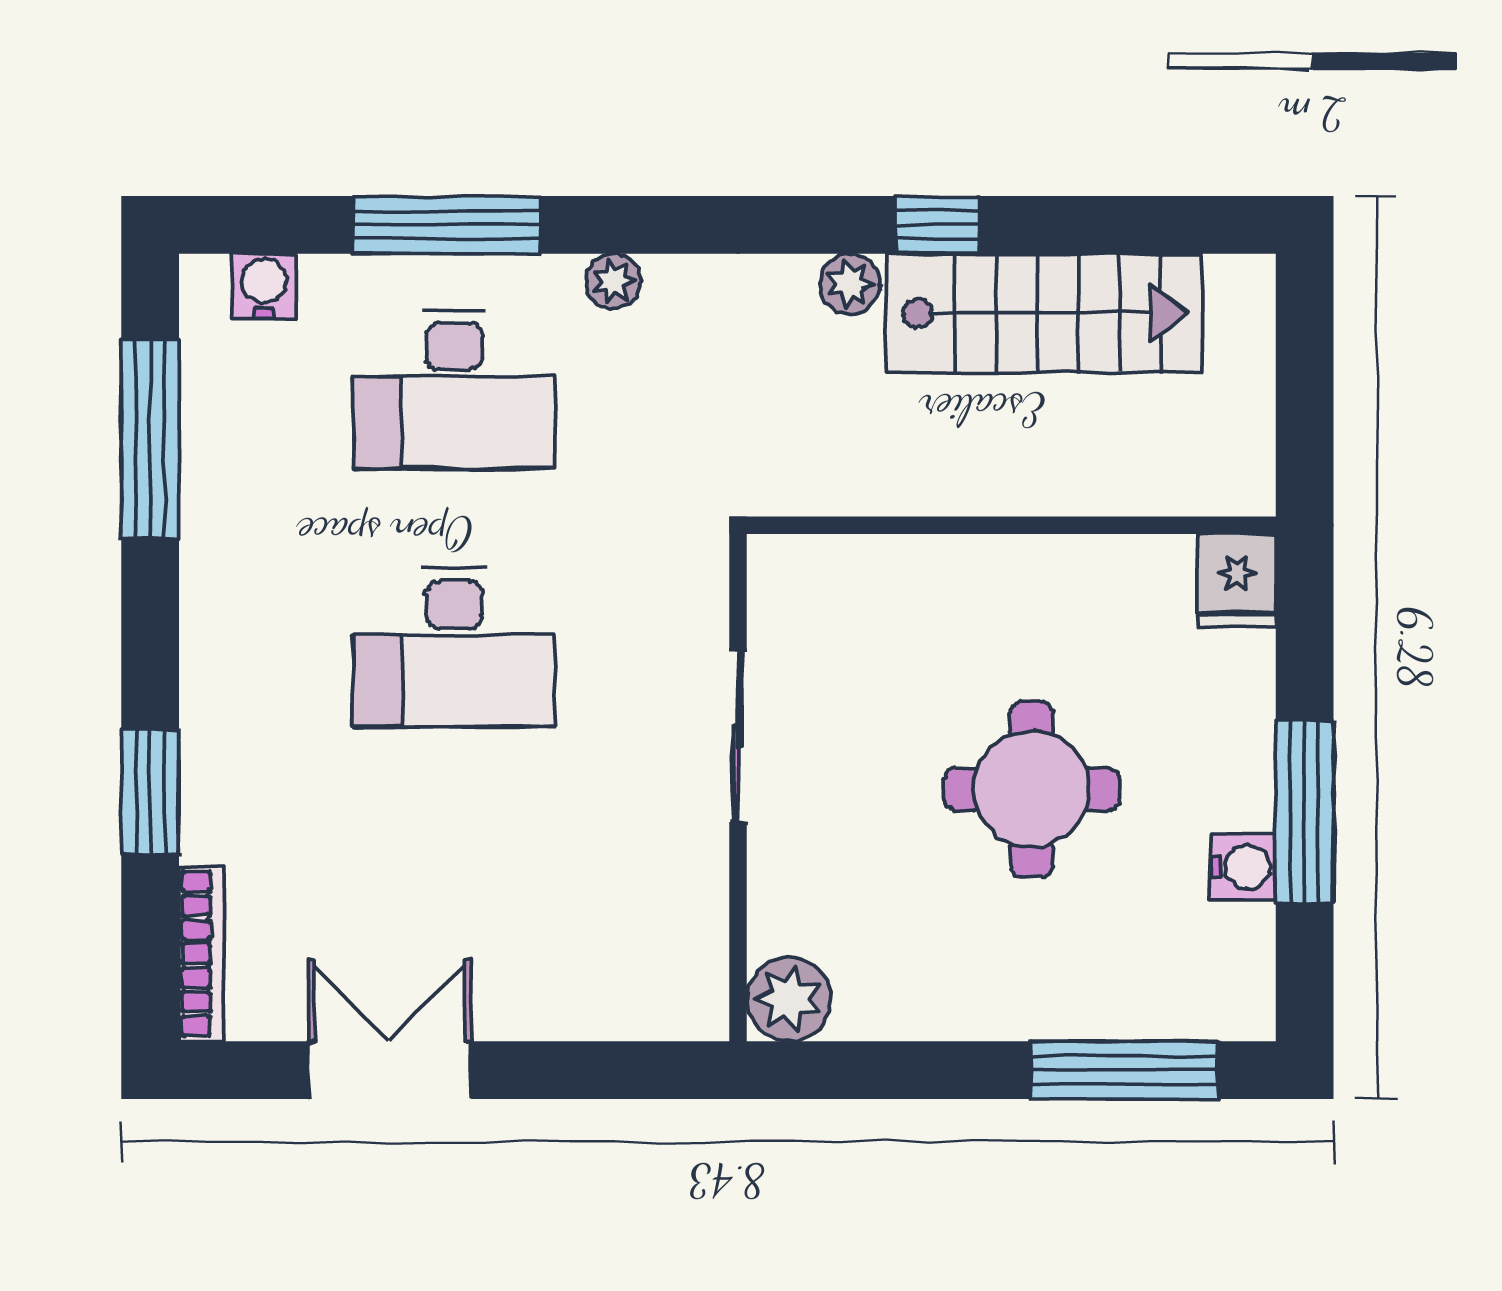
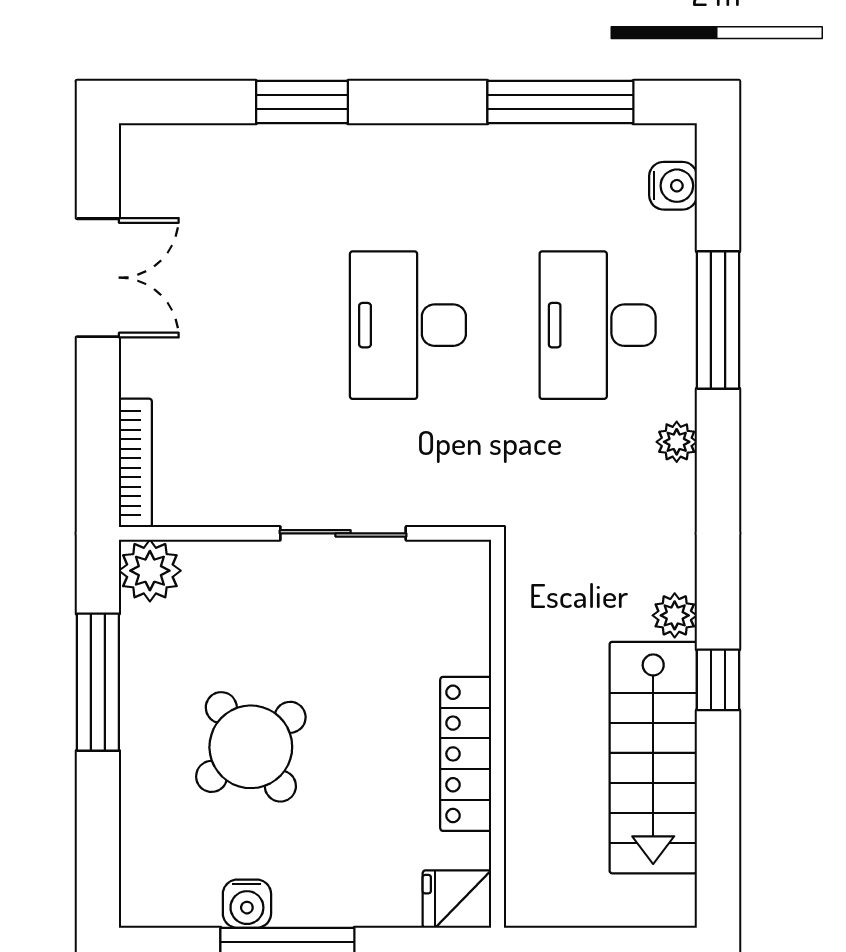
locker: (1039, 569) -> (466, 754), added
round table: (1032, 789) -> (251, 747), moved, turned -37
bookcase: (201, 954) -> (135, 463), moved, turned -90
window: (1124, 1070) -> (98, 682), moved

